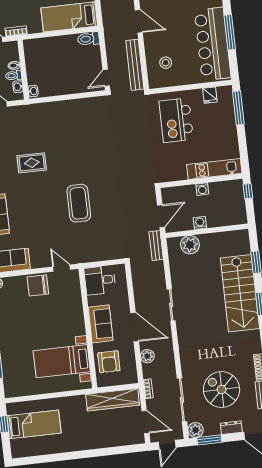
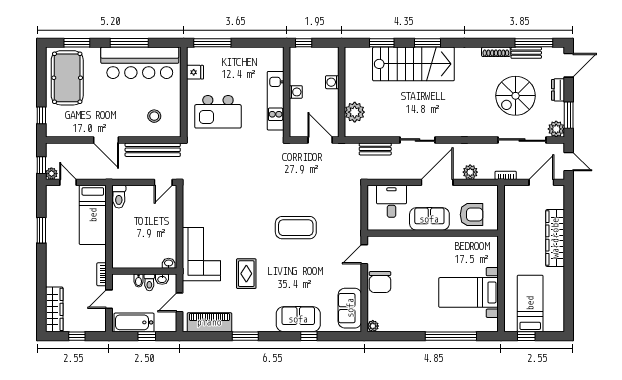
door: (139, 21) -> (106, 140), swing flipped
door: (106, 78) -> (163, 182), hinge flipped
corner sofa: (45, 120) -> (201, 254), added
kitchen unit: (214, 169) -> (276, 101), moved
washing machine: (200, 223) -> (332, 82), moved
bench: (156, 246) -> (375, 149), moved
desk: (100, 280) -> (391, 201), moved, turned 180
bed with nightstands: (62, 361) -> (469, 292), moved, turned 90
wardrobe: (113, 400) -> (555, 238), moved, turned 180

